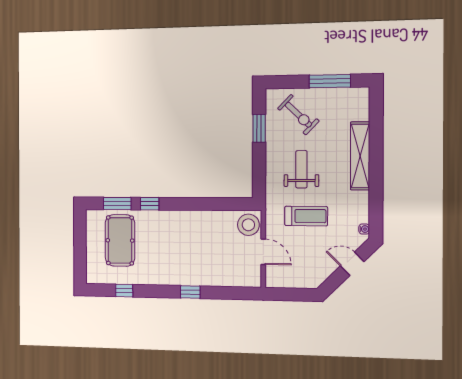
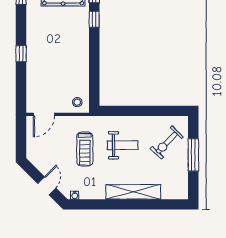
window: (330, 81) -> (193, 155), moved
window: (259, 128) -> (156, 111), removed
stool: (248, 225) -> (77, 102), width x0.53, depth x0.53
door: (263, 252) -> (44, 114), moved

